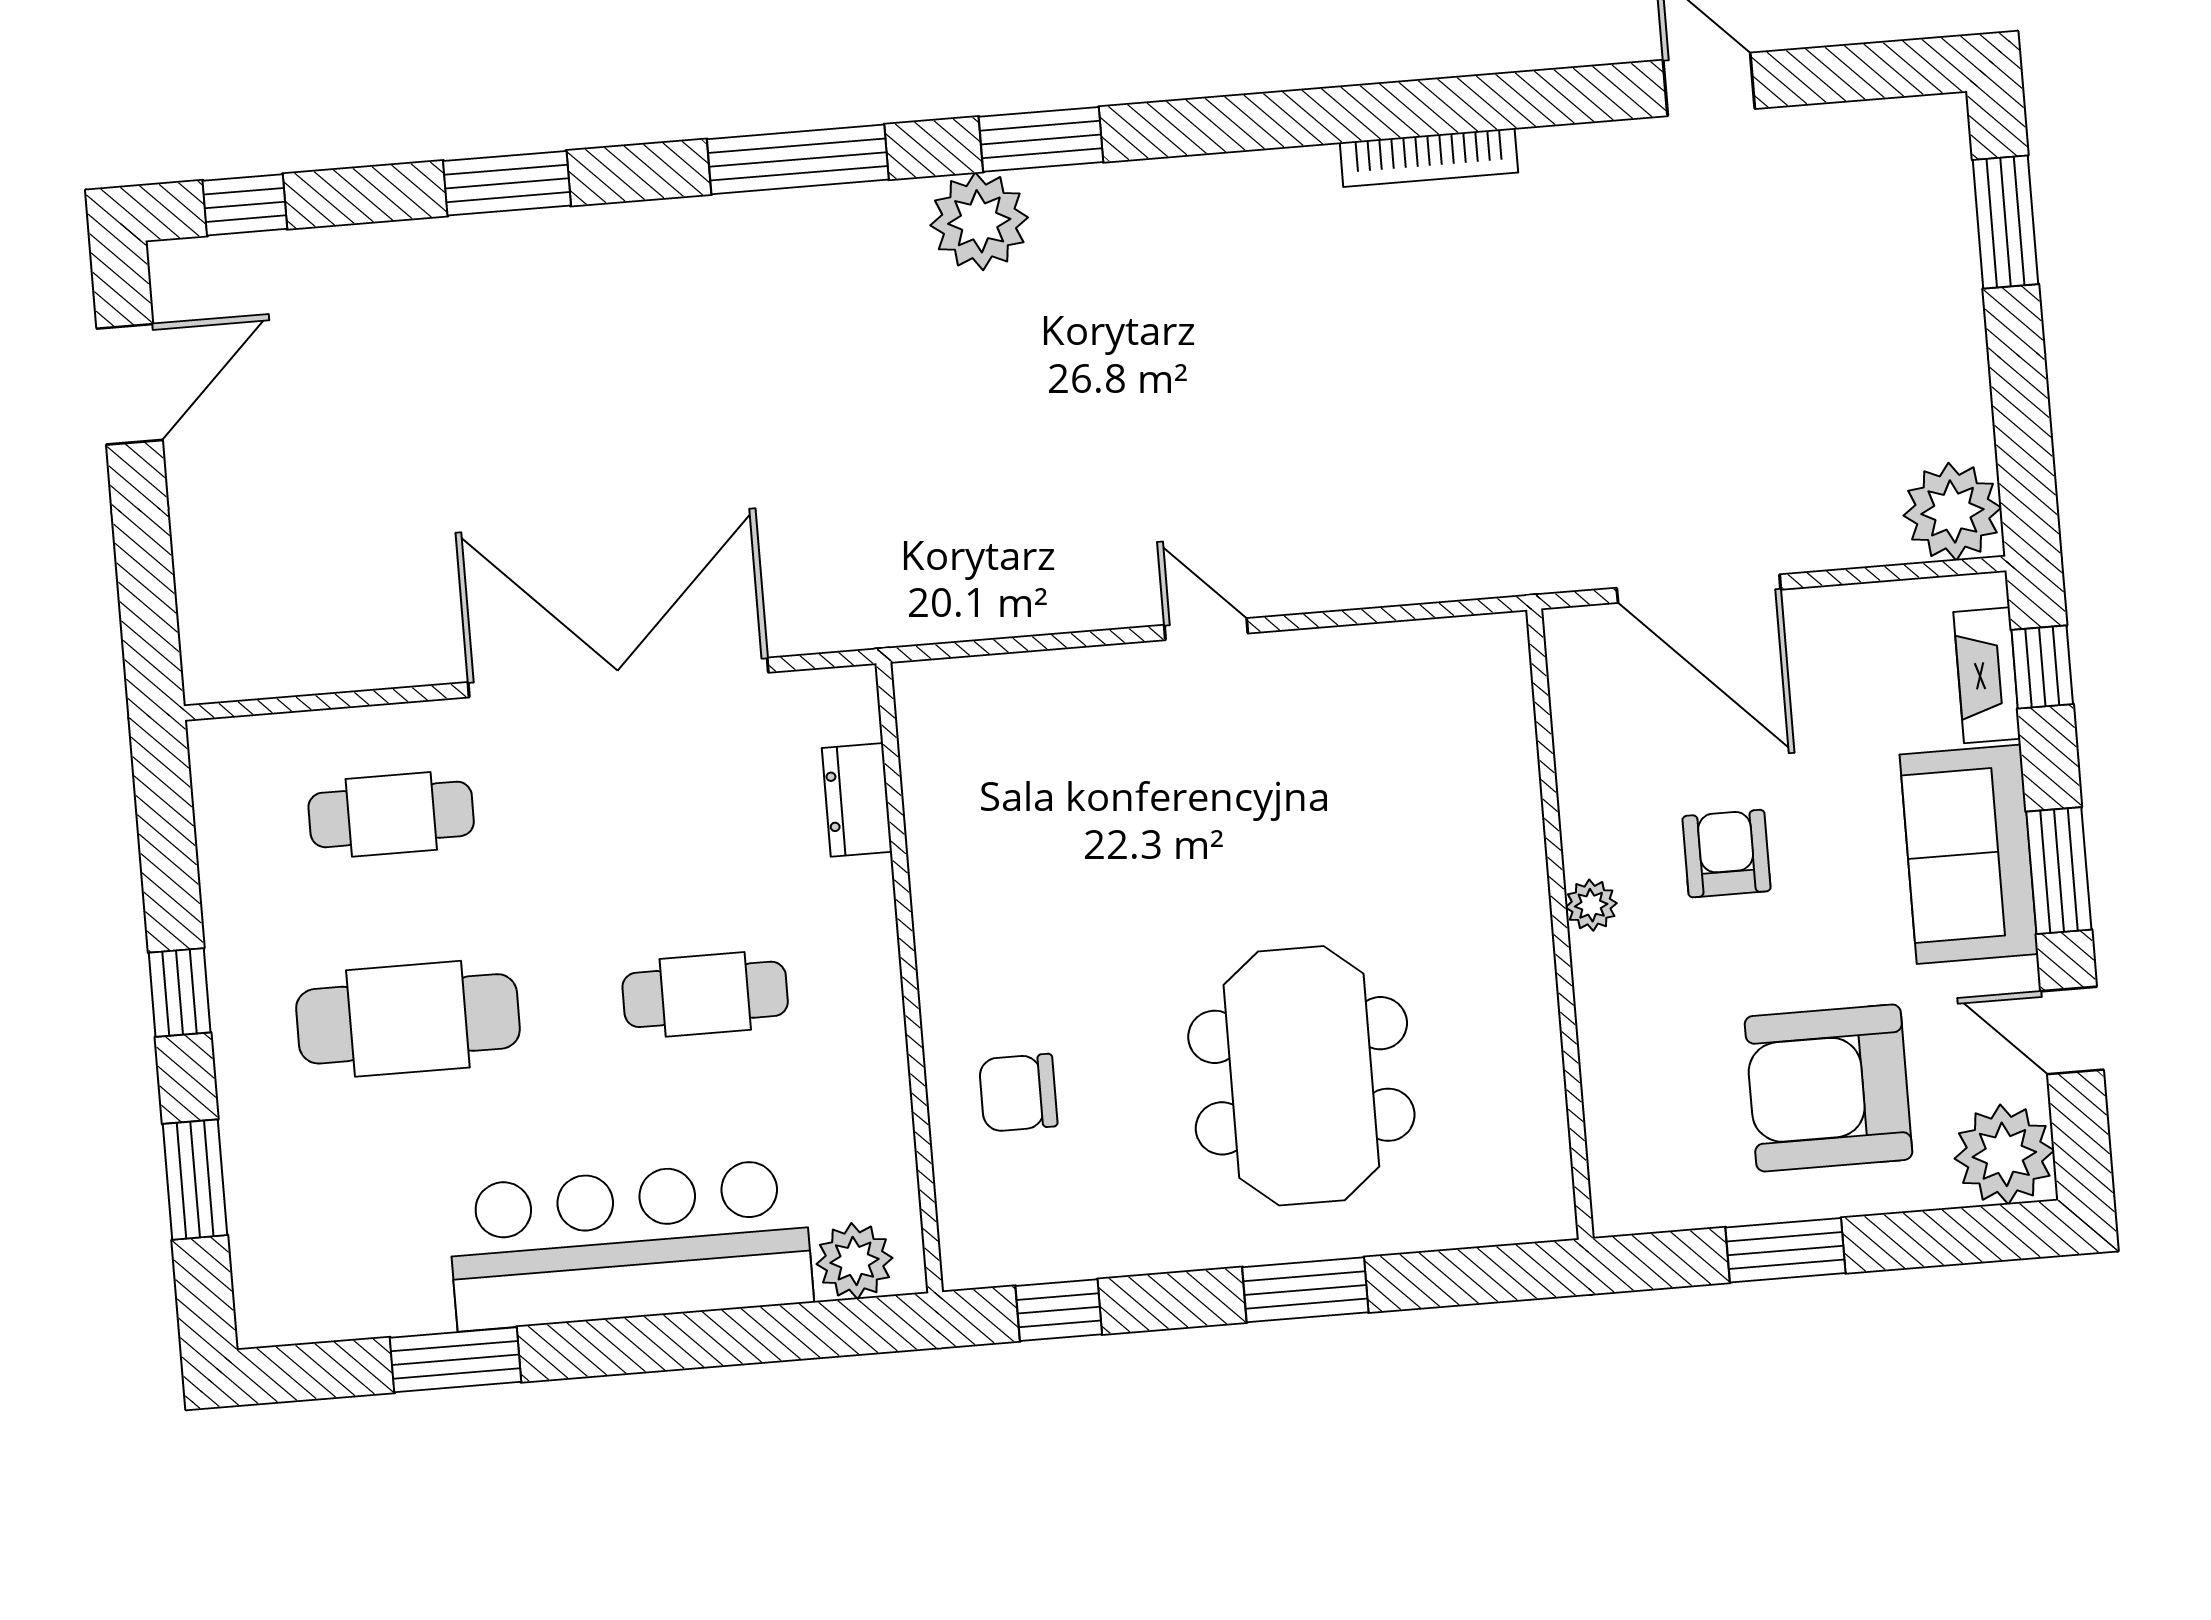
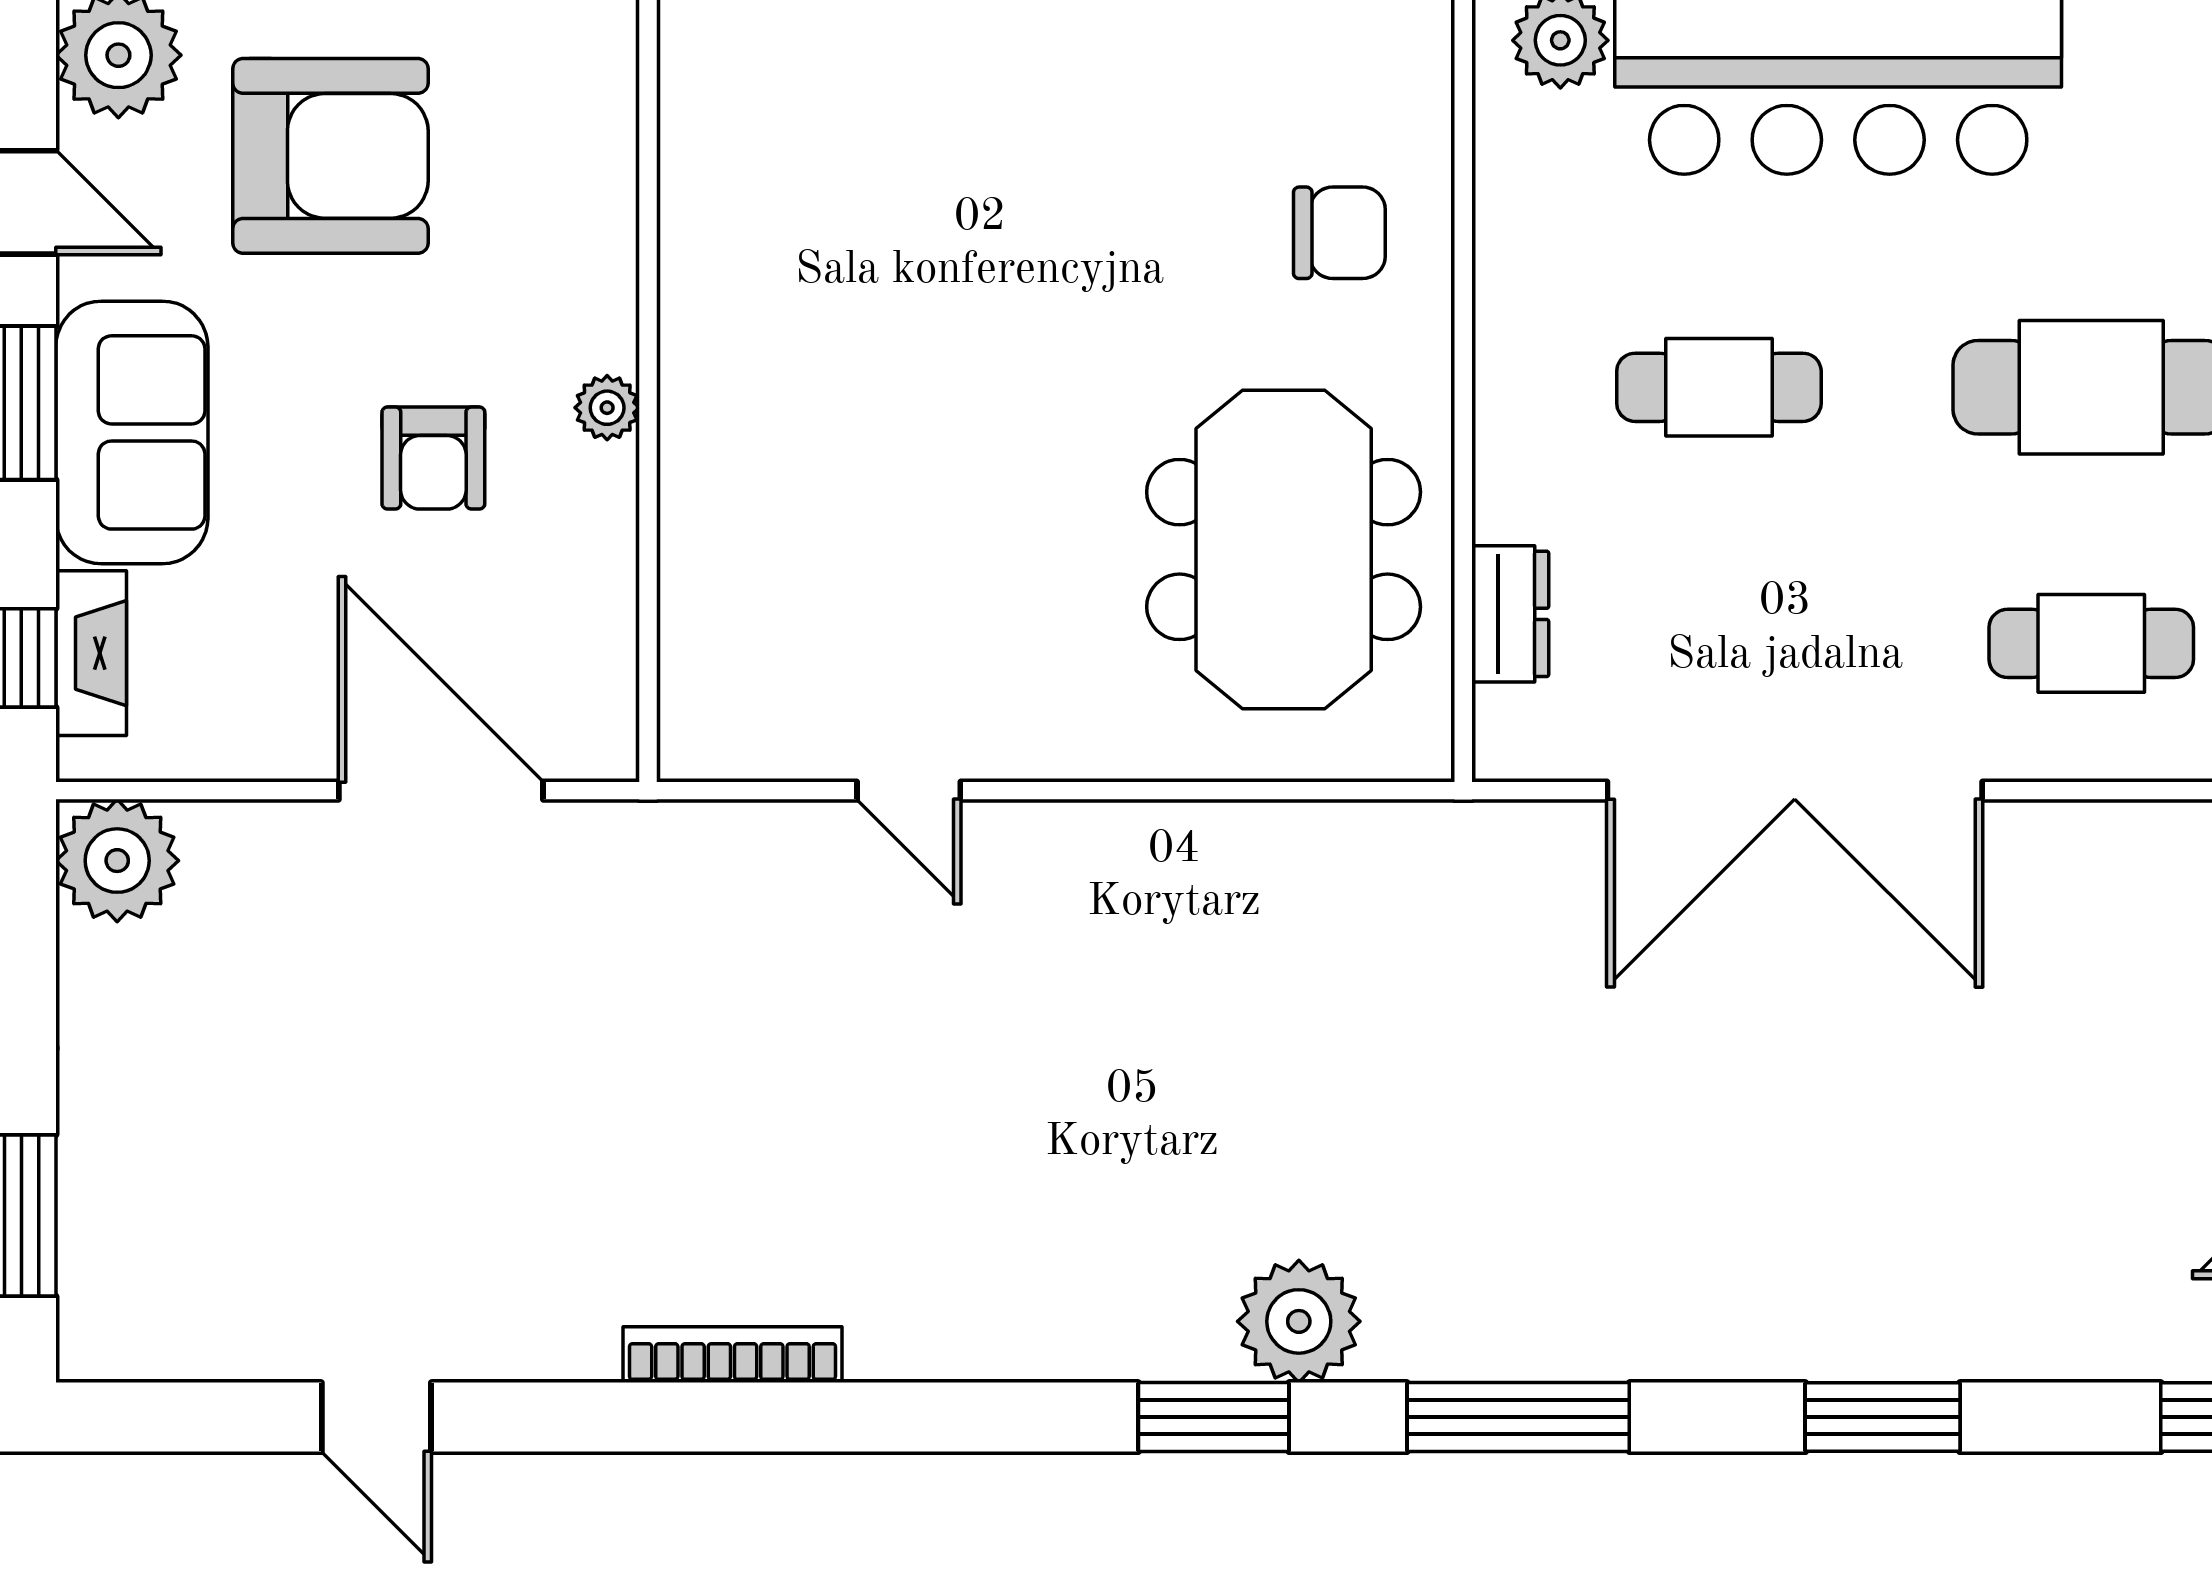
door: (1206, 629) -> (909, 791), moved
meeting table: (1301, 1076) -> (1284, 549), moved

